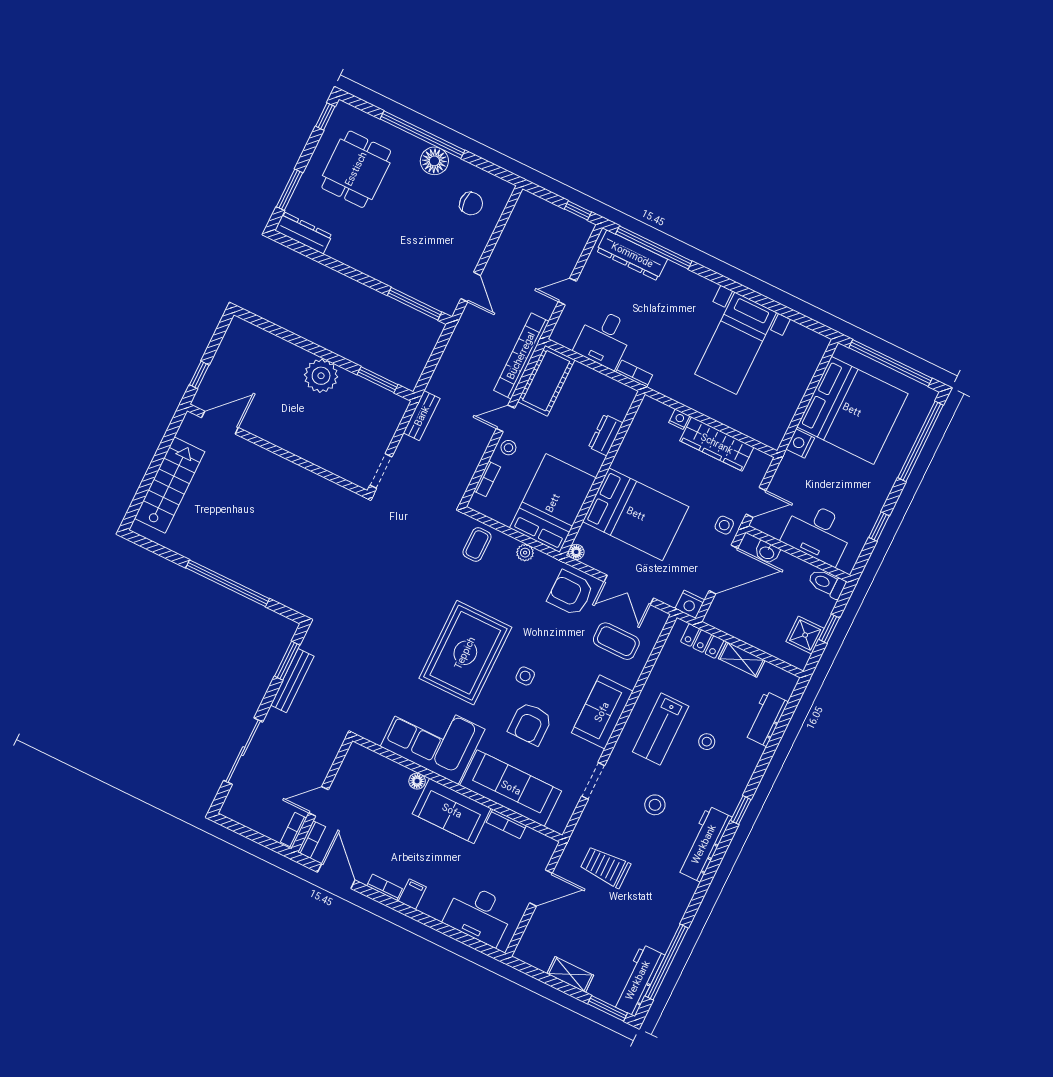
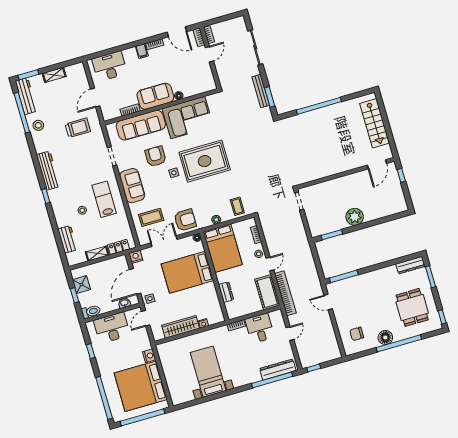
bench: (422, 416) -> (303, 236), removed
rug: (465, 653) -> (205, 161), turned 90
stool: (655, 805) -> (38, 125), moved

